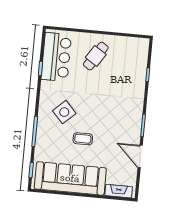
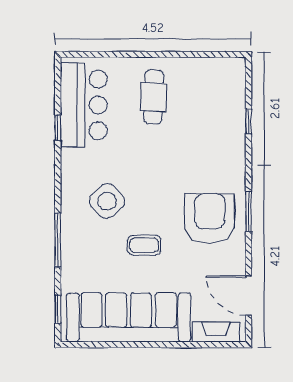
cafe table: (96, 56) -> (153, 97), turned -31
armchair: (121, 127) -> (210, 218), added
door: (140, 156) -> (248, 295), moved

